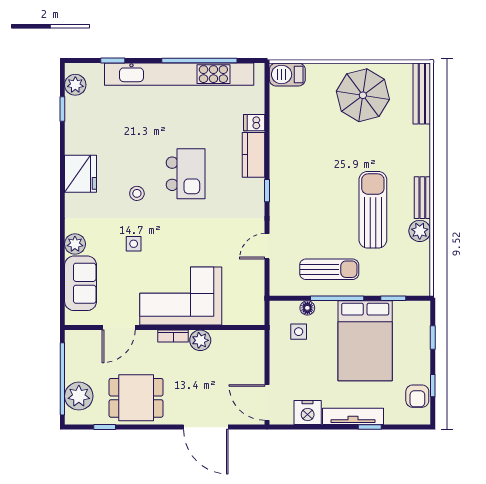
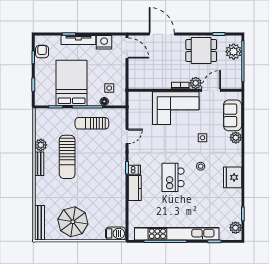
dishwasher: (254, 123) -> (134, 170), moved
plant: (200, 340) -> (196, 83), moved

